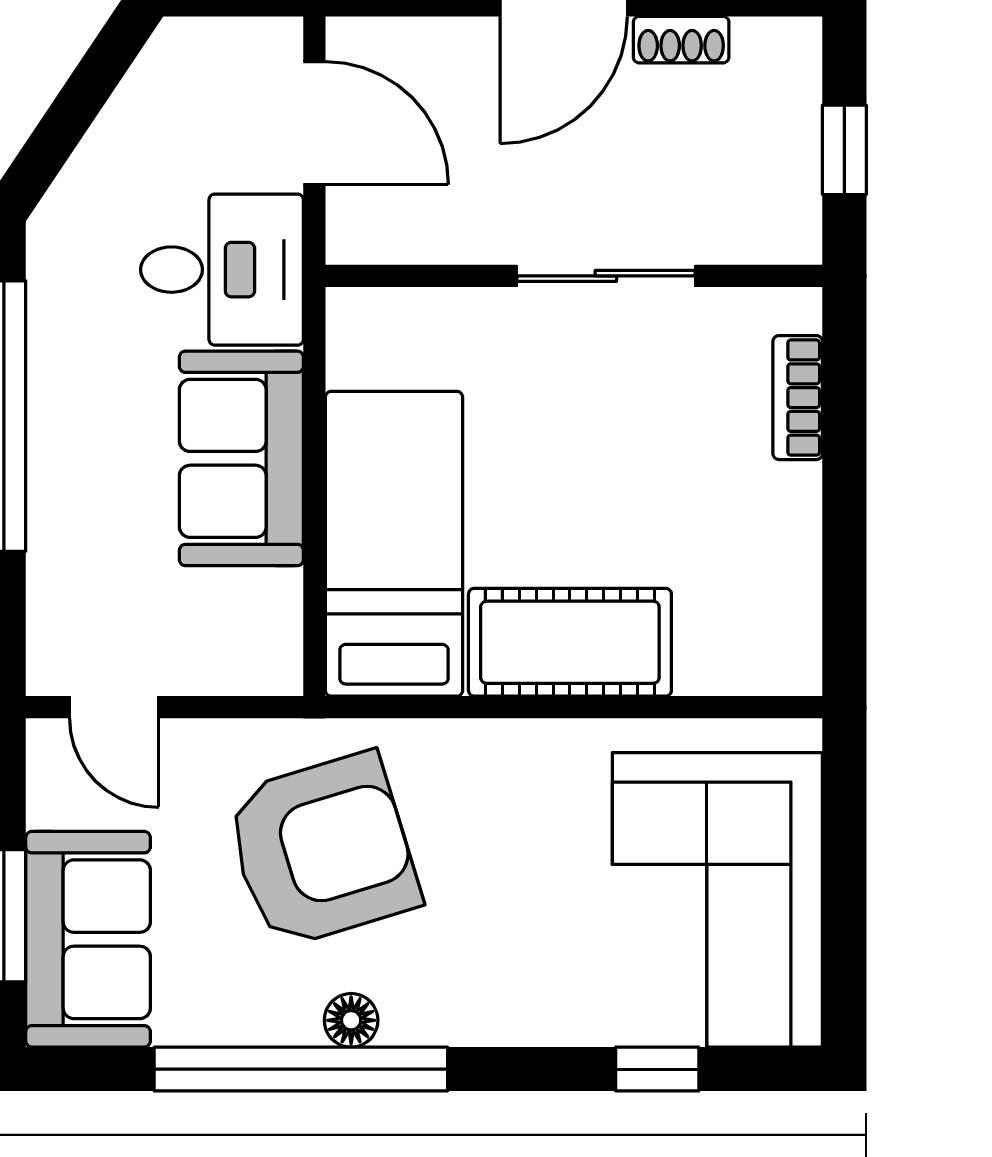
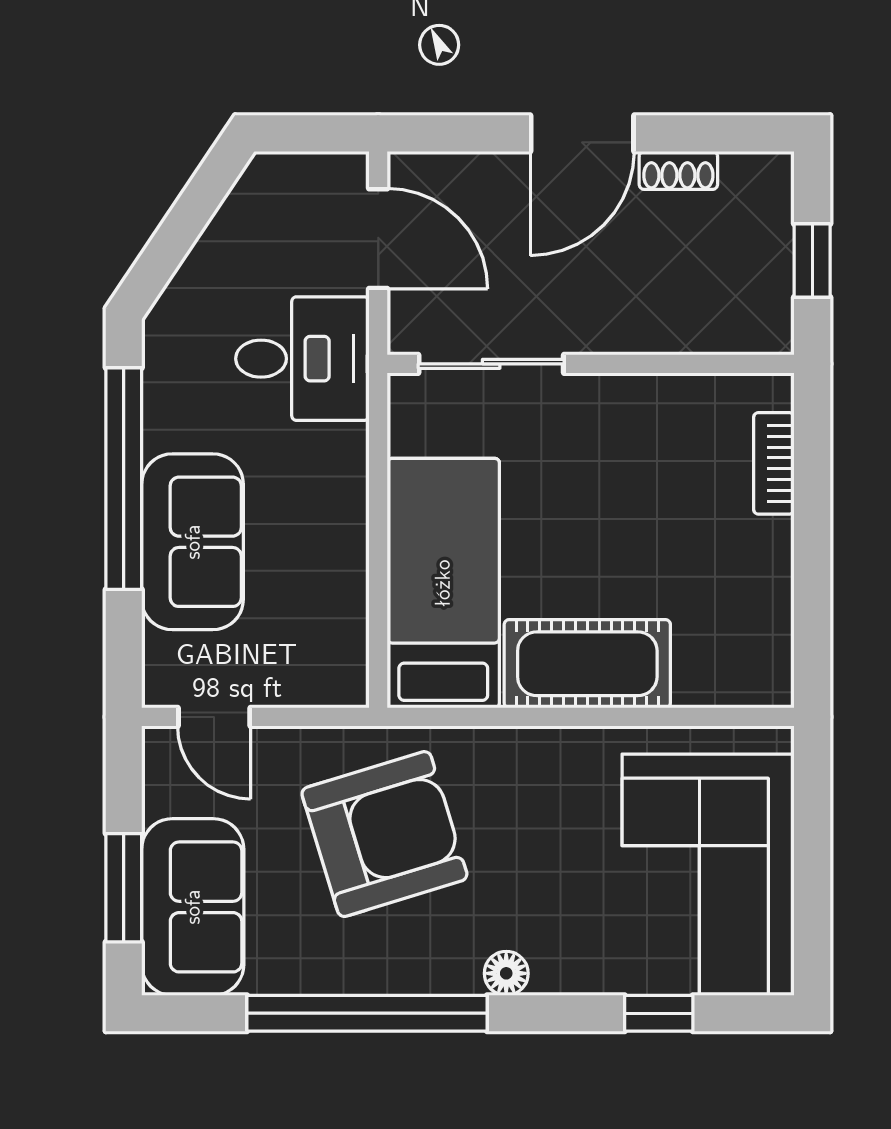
sliding door: (606, 276) -> (491, 364), moved
sofa: (241, 458) -> (193, 542), moved, turned 180
floor lamp: (351, 1020) -> (506, 973), moved

